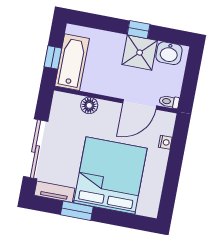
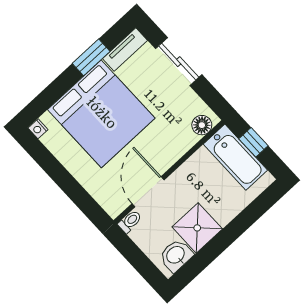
window: (139, 30) -> (220, 243), removed
floor lamp: (89, 105) -> (202, 125), moved
nightstand: (165, 142) -> (38, 129), moved
sliding door: (36, 149) -> (179, 62), width x0.73

